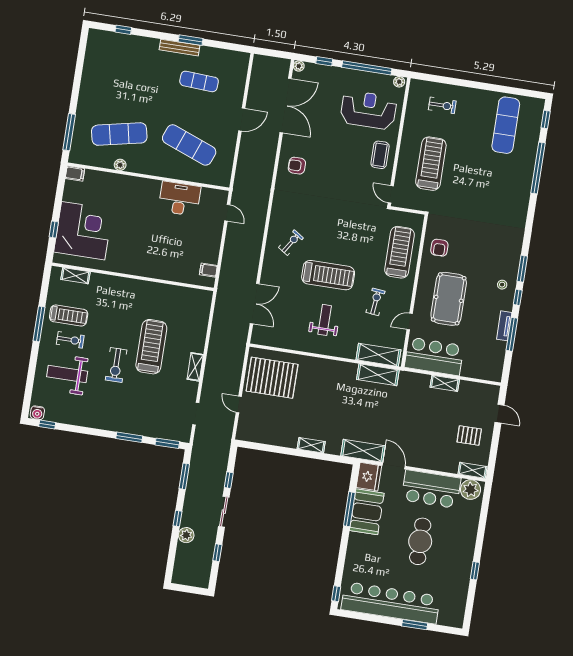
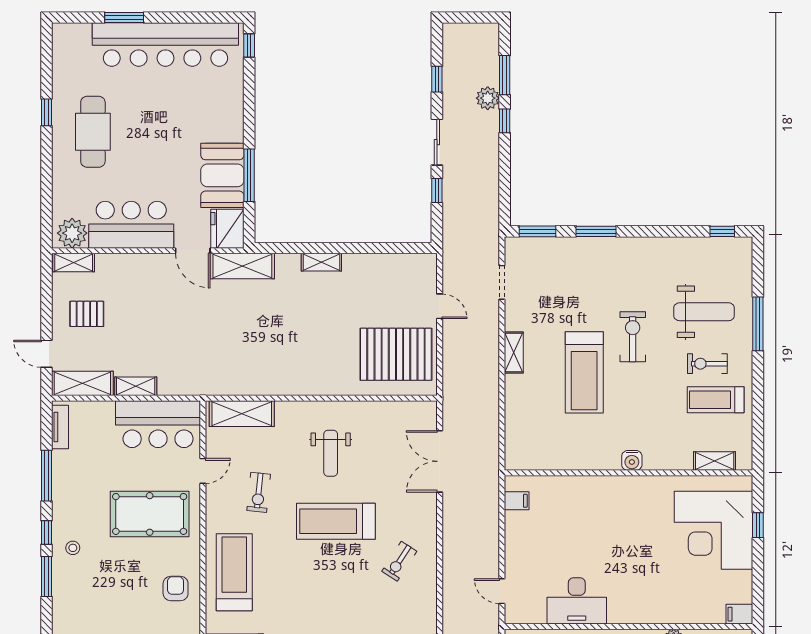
treadmill: (400, 252) -> (234, 572), turned 180
pool table: (449, 299) -> (150, 514), turned 90
window: (39, 324) -> (758, 324), moved
tv unit: (504, 326) -> (60, 427), moved
shelving: (378, 375) -> (82, 383), moved
water cooler: (37, 413) -> (632, 460), moved, turned 180
window: (184, 476) -> (505, 75), moved
cafe table: (420, 541) -> (93, 132), moved

